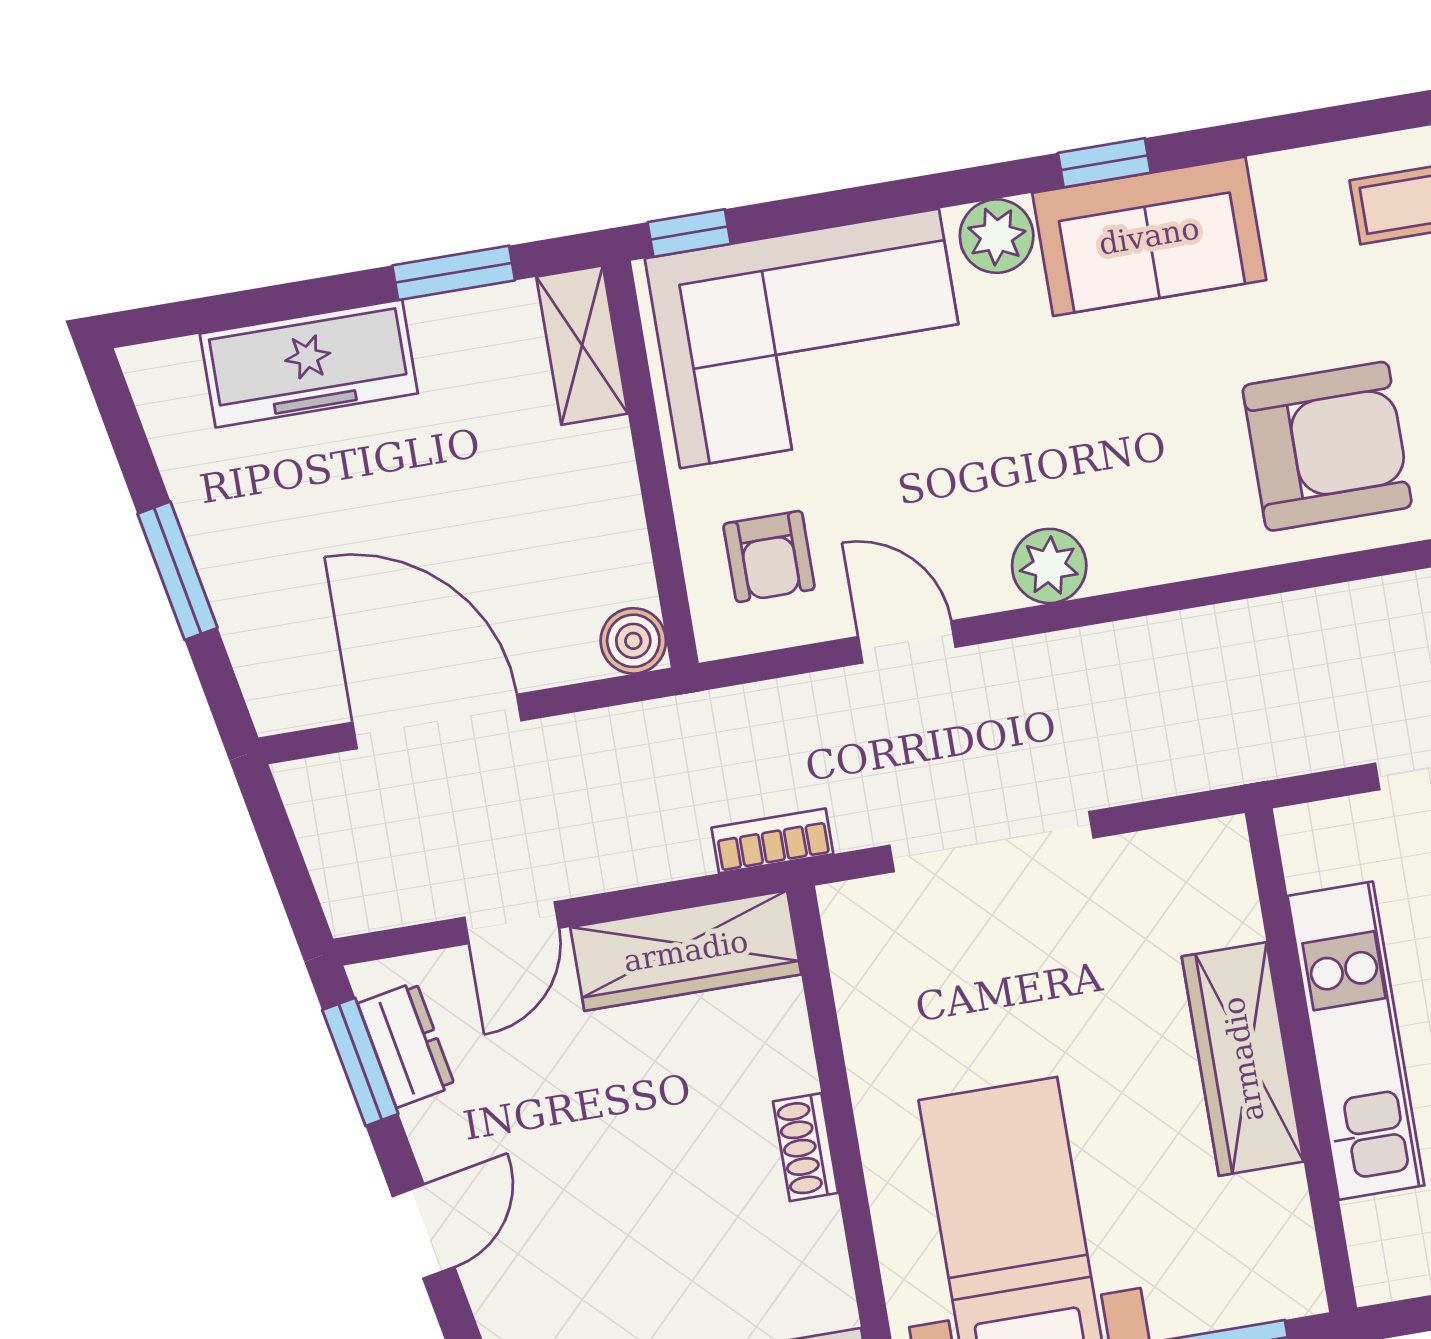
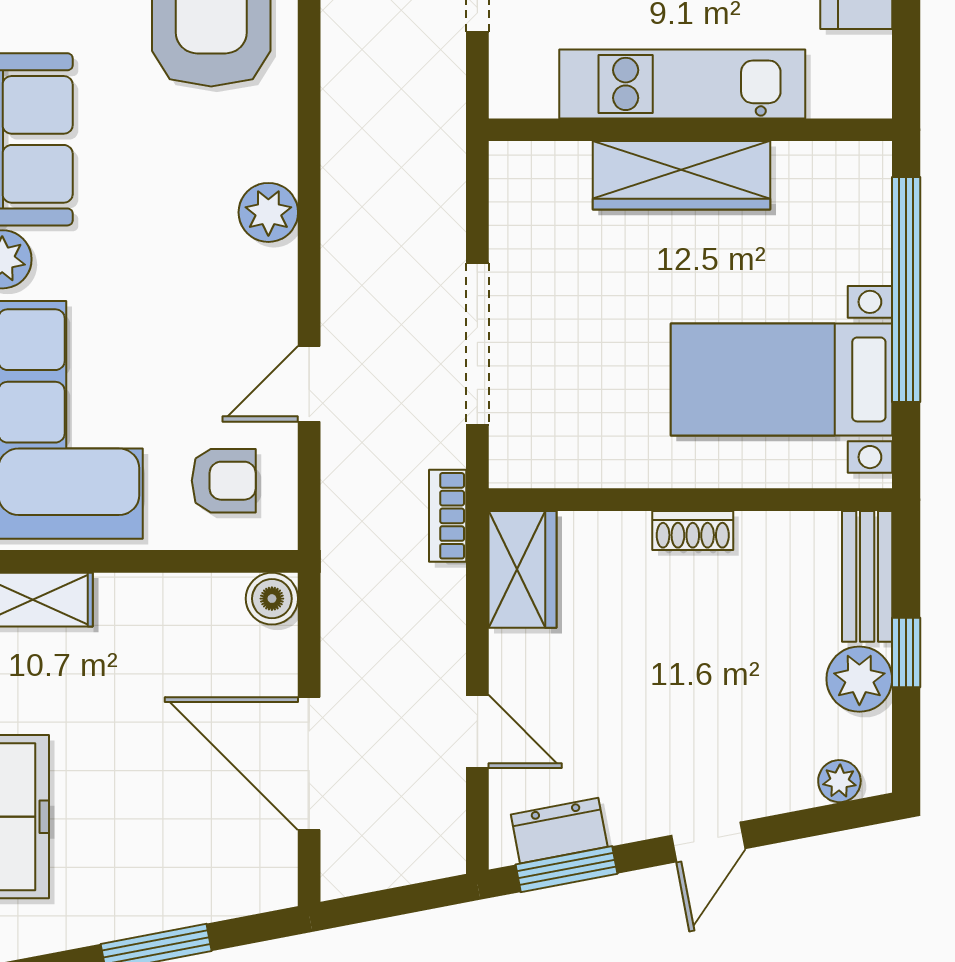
plant: (1049, 566) -> (268, 212), moved
door: (437, 721) -> (309, 764), hinge flipped
wardrobe: (686, 951) -> (522, 569), width x0.67
door: (423, 1232) -> (708, 842), swing flipped

